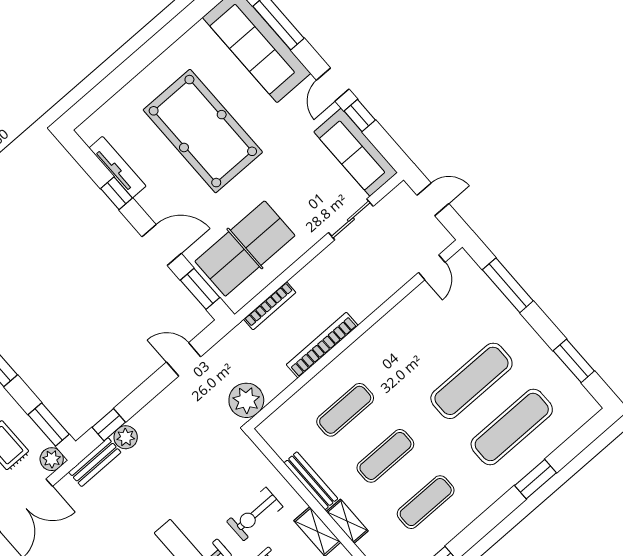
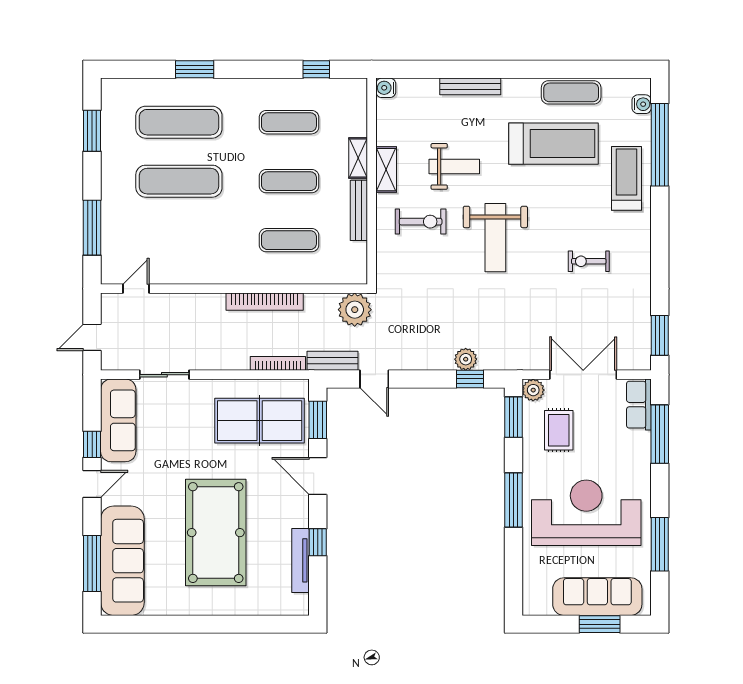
door: (433, 199) -> (92, 337), hinge flipped
bench: (95, 462) -> (332, 361), moved

